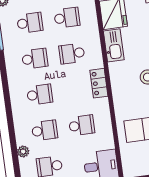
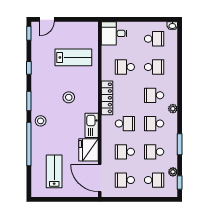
locker: (99, 83) -> (107, 98), width x1.53
school desk: (45, 130) -> (154, 67), turned 180
plant: (23, 152) -> (173, 109), moved

